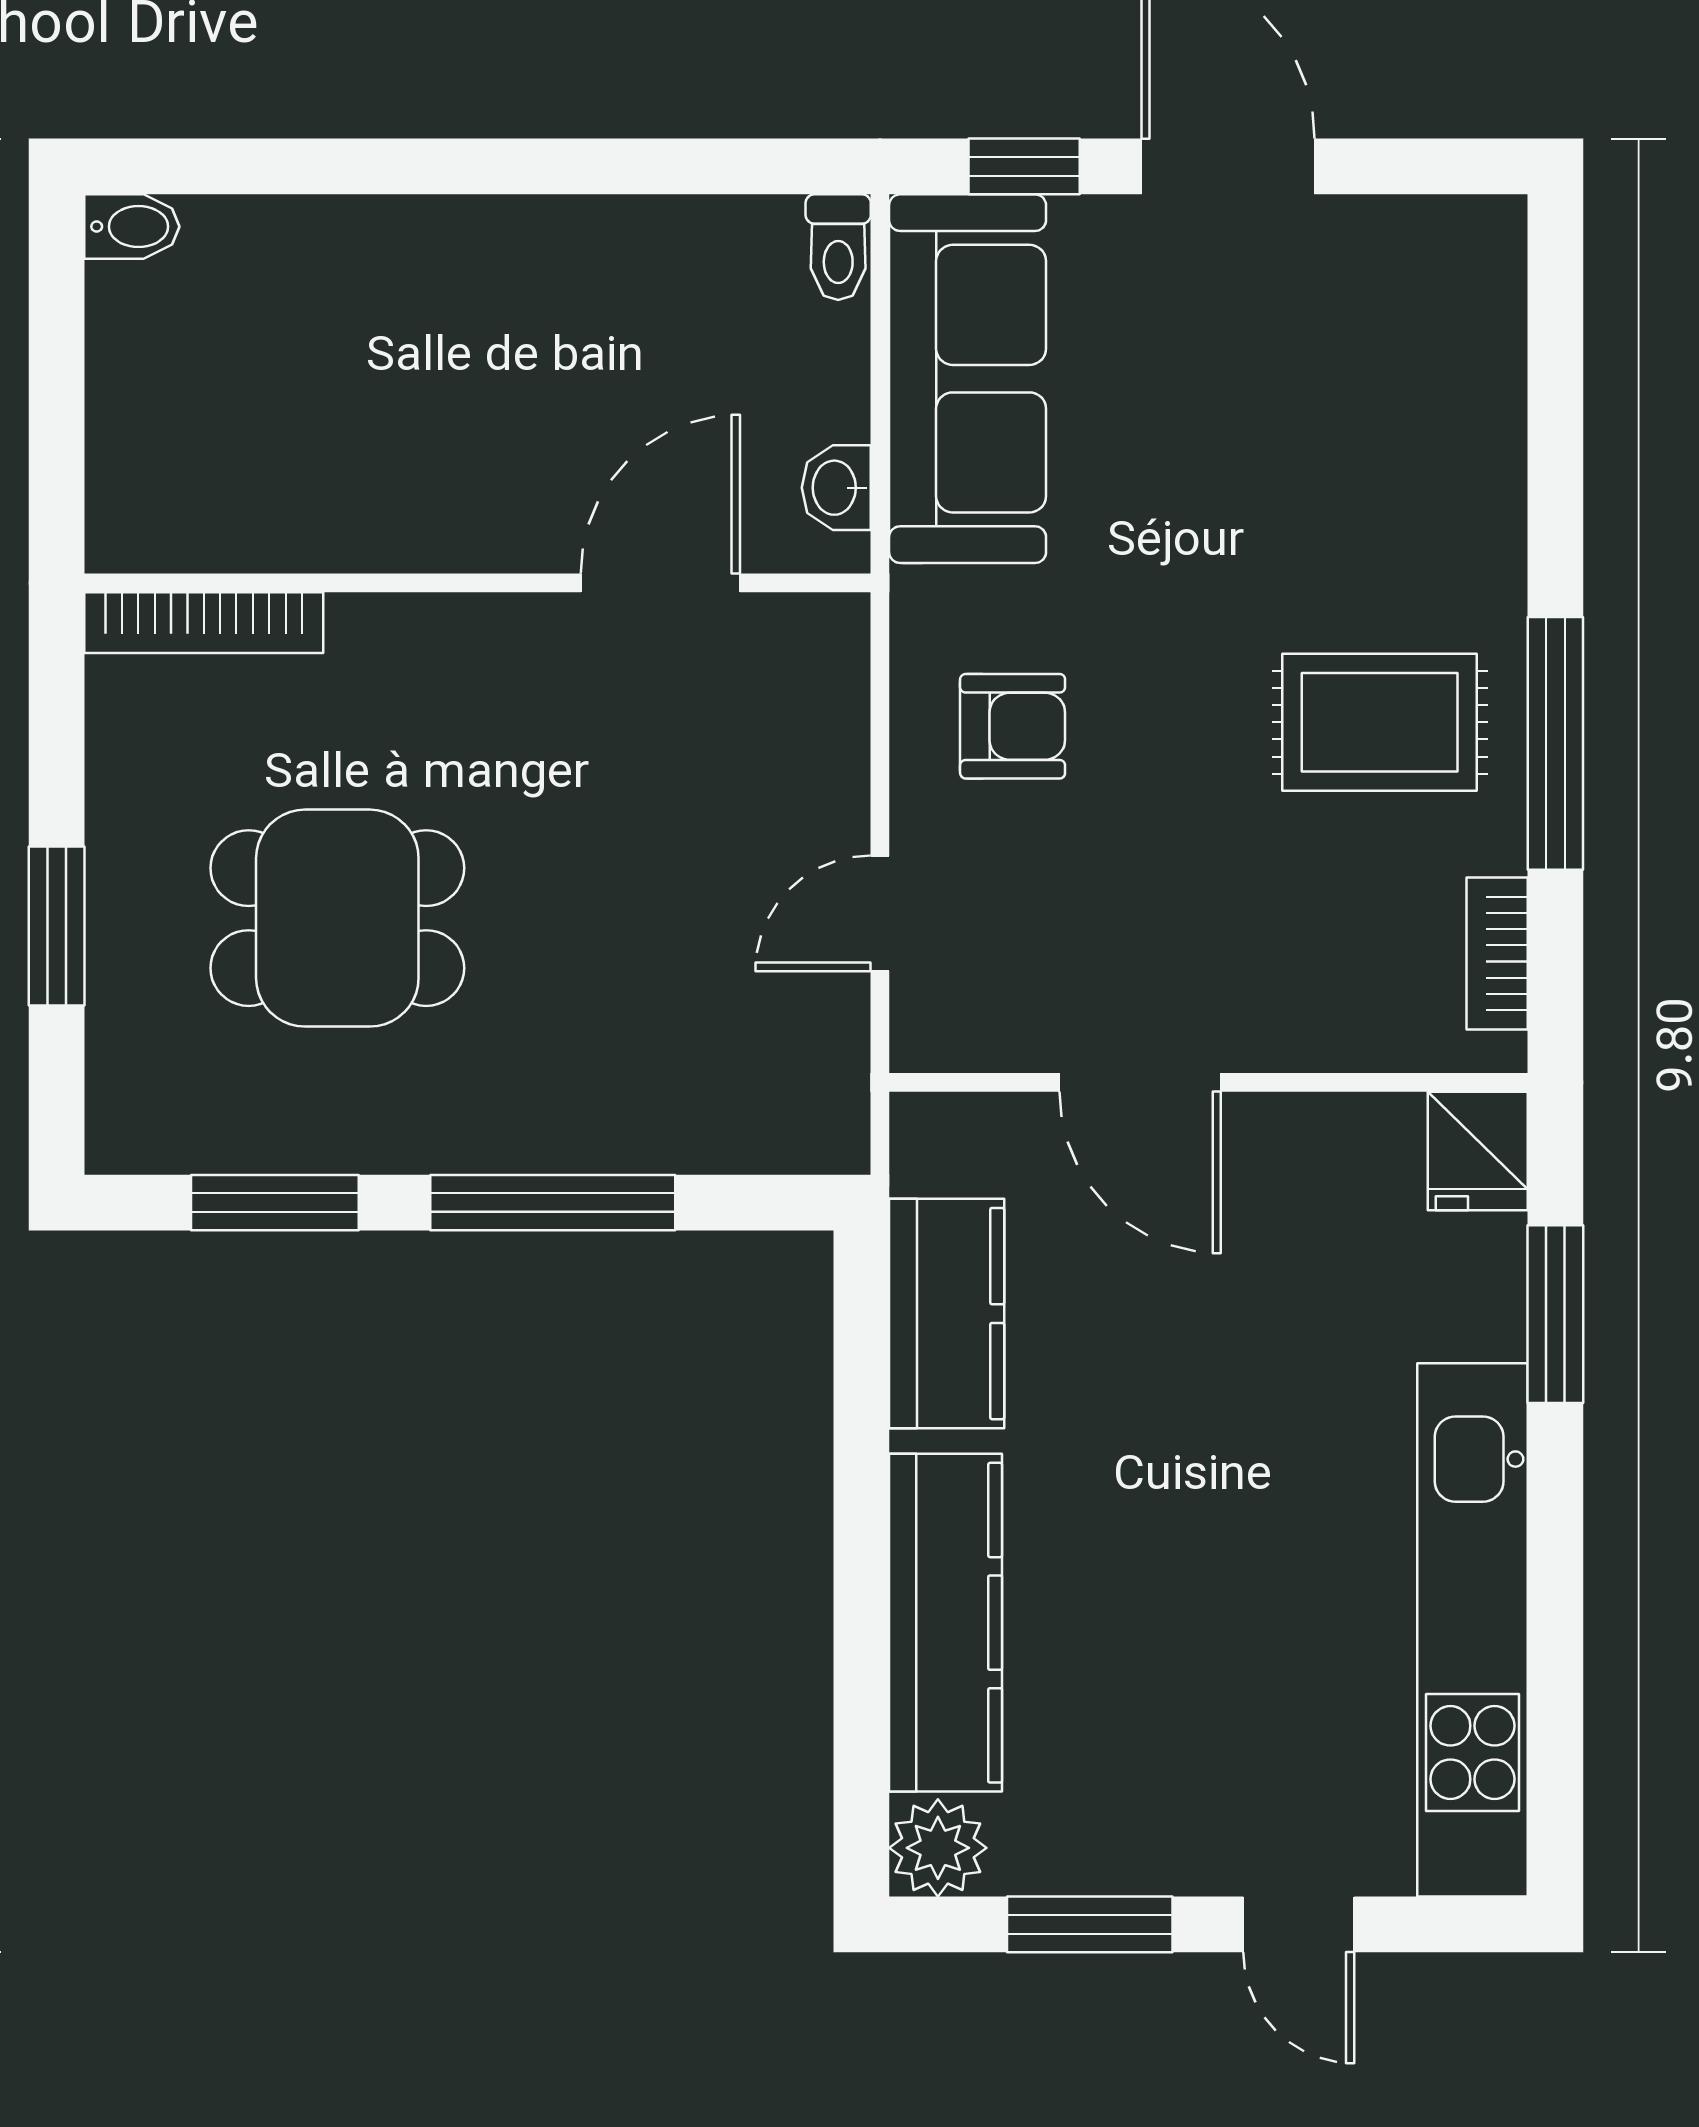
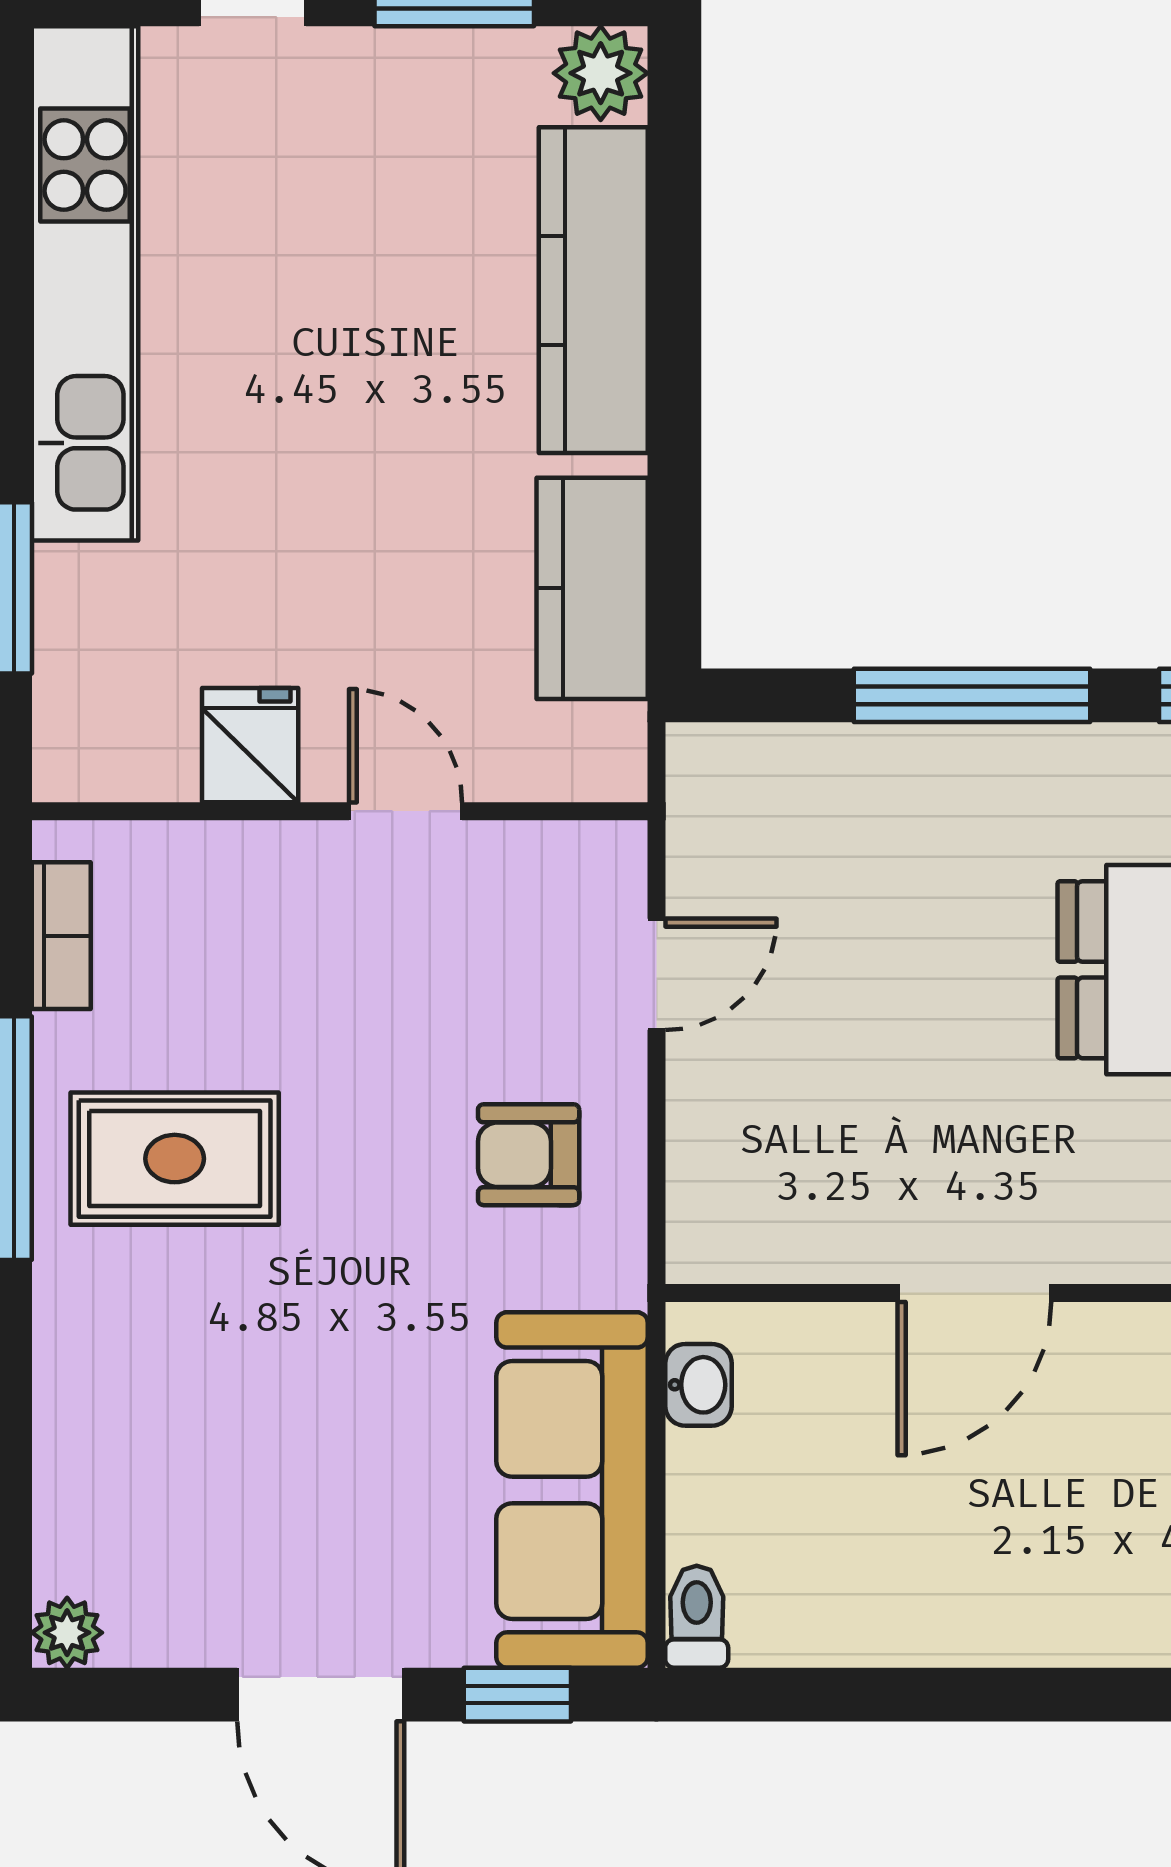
plant: (1491, 231) -> (67, 1633), added
door: (660, 583) -> (974, 1293), moved
door: (1140, 1082) -> (406, 811), width x0.73
fridge: (1478, 1151) -> (250, 745), moved

